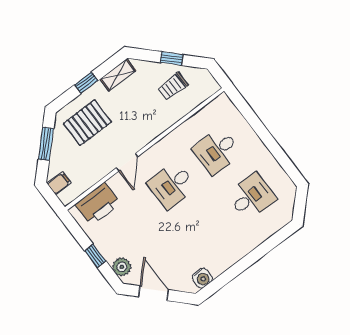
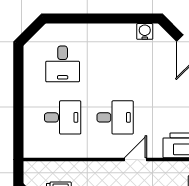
desk: (252, 197) -> (63, 64), turned -90

